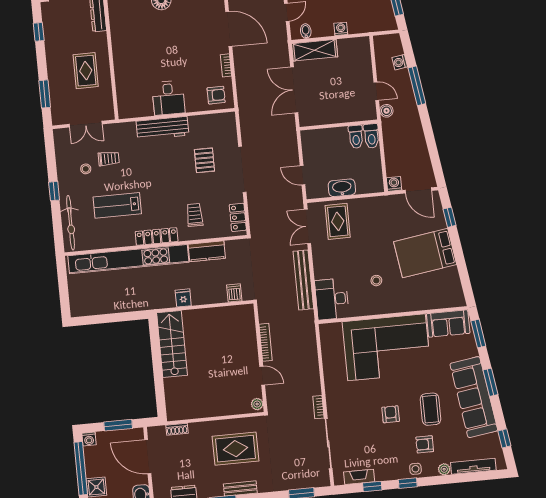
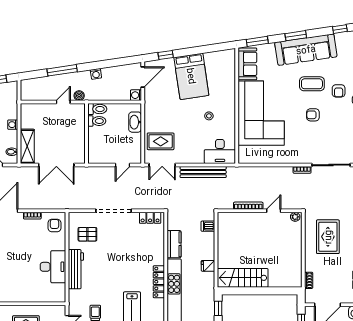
washing machine: (400, 62) -> (96, 74), moved
desk: (168, 98) -> (53, 267), width x1.37
pallet: (204, 160) -> (87, 234), moved
washbasin: (342, 188) -> (135, 122), moved
trolley: (195, 215) -> (145, 251), removed
window: (130, 316) -> (218, 308), added

